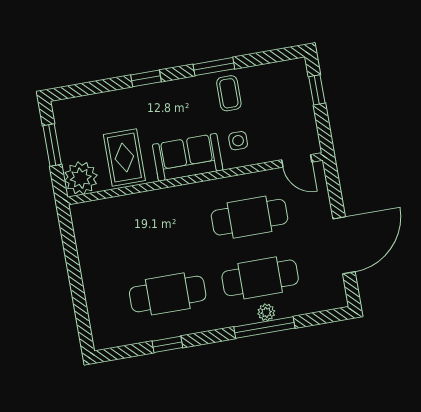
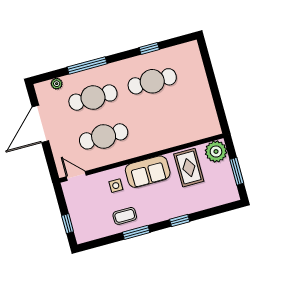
coffee table: (229, 93) -> (125, 216), turned 90
plant: (266, 312) -> (57, 84), moved

